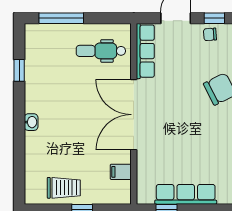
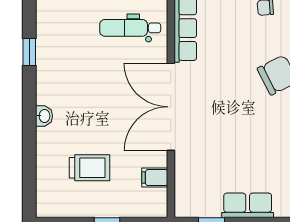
trolley: (64, 188) -> (89, 168), moved
row of seats: (186, 194) -> (248, 205), width x0.68

